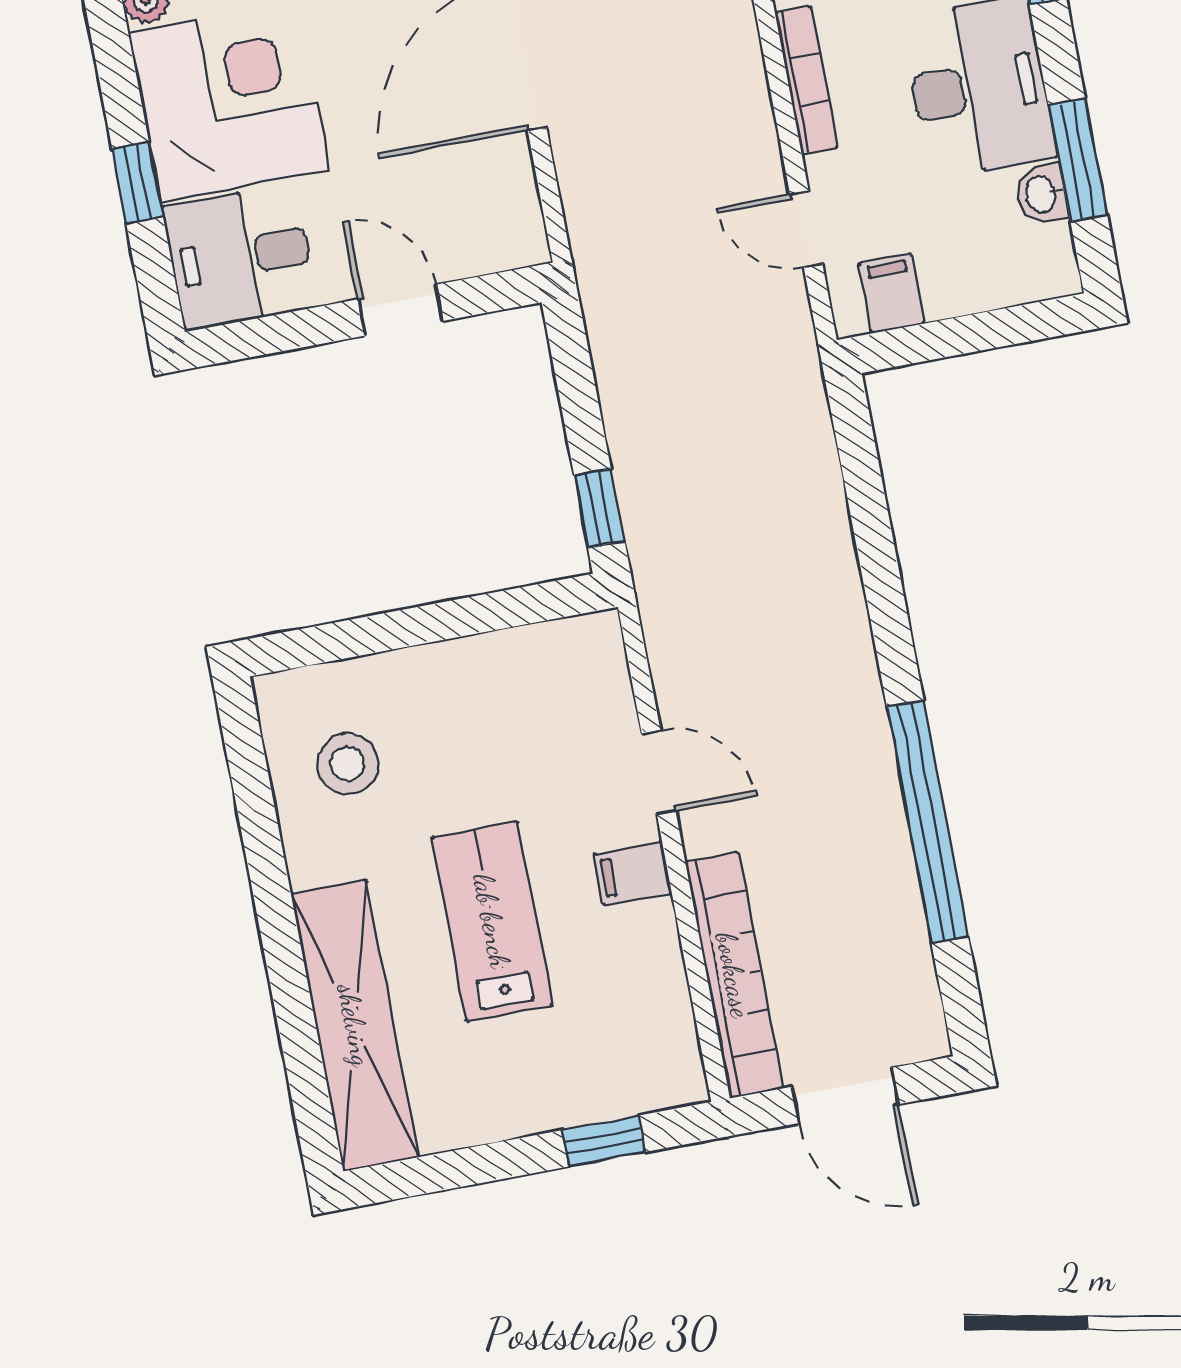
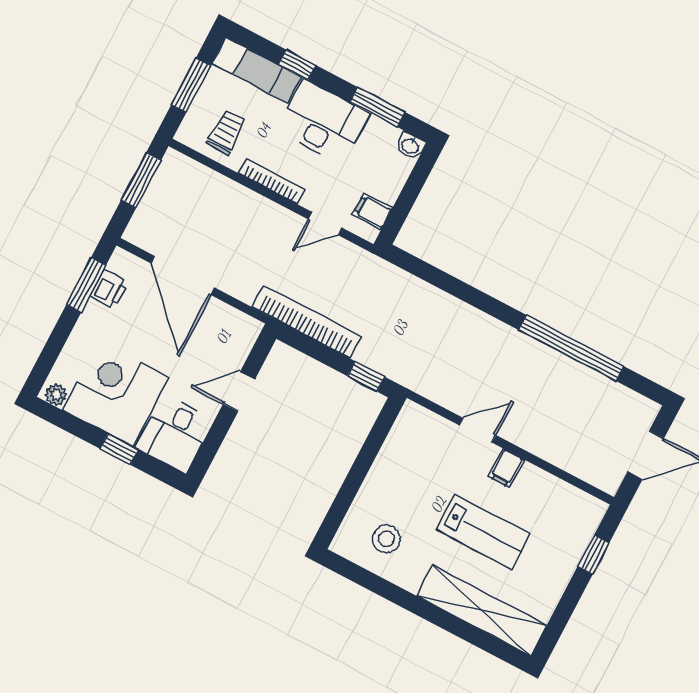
washbasin: (1042, 194) -> (410, 146), moved
lab bench: (492, 921) -> (483, 532), turned 180
bookcase: (734, 975) -> (307, 322), moved

